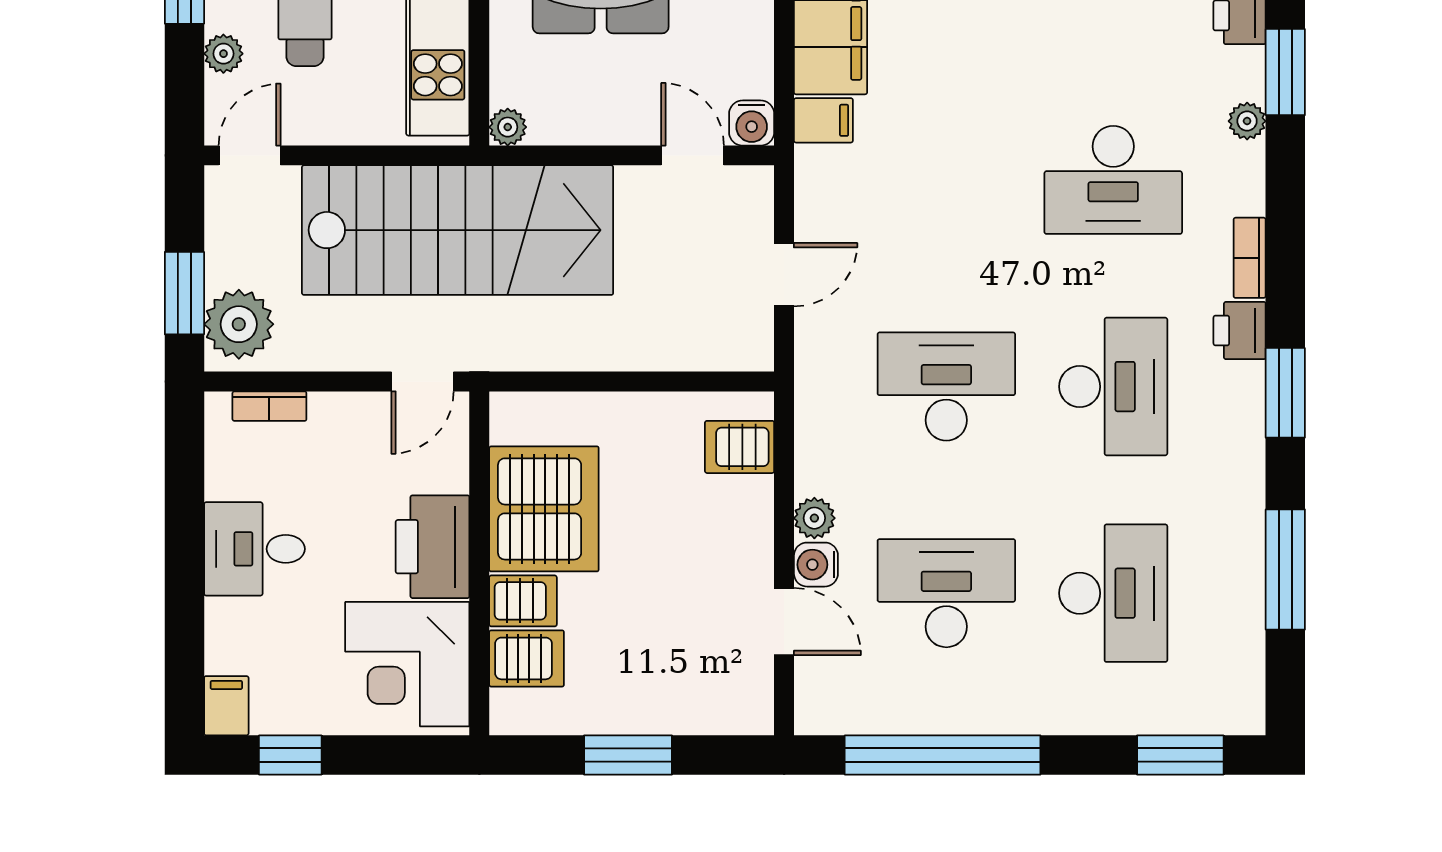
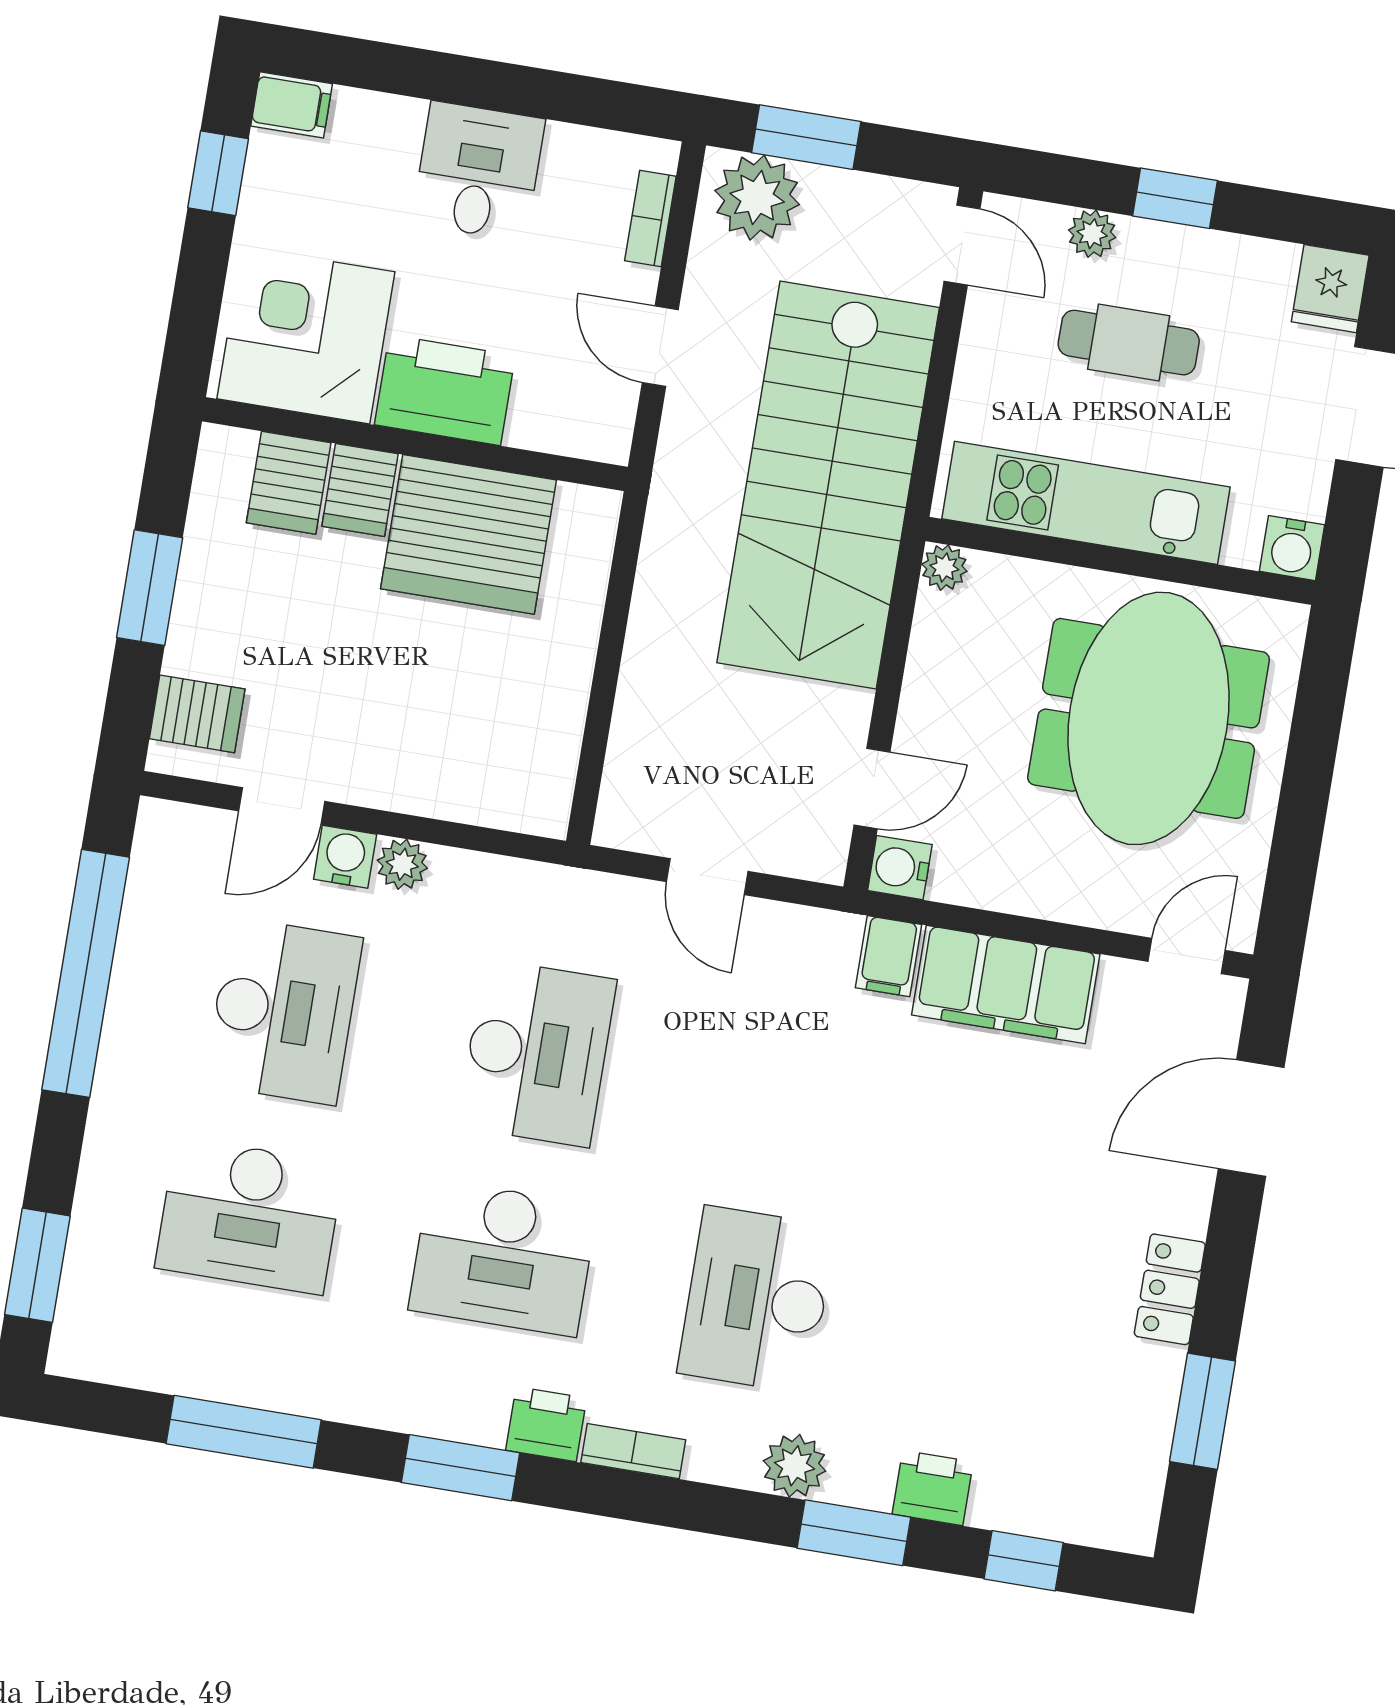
plant: (1247, 121) -> (794, 1466), width x1.38, depth x1.38
door: (422, 381) -> (660, 346), moved
server rack: (740, 447) -> (197, 714), moved, turned 90

